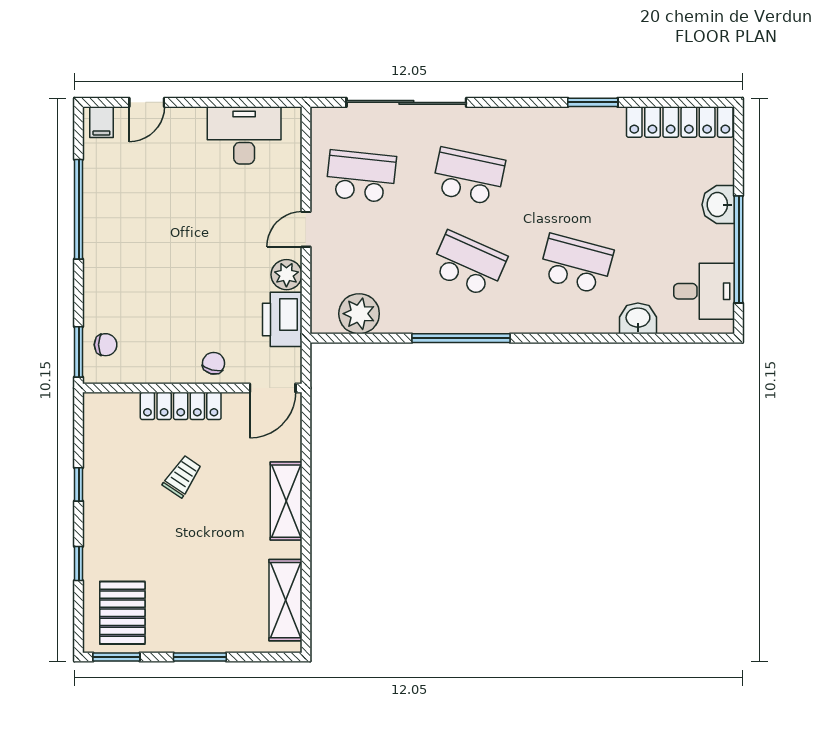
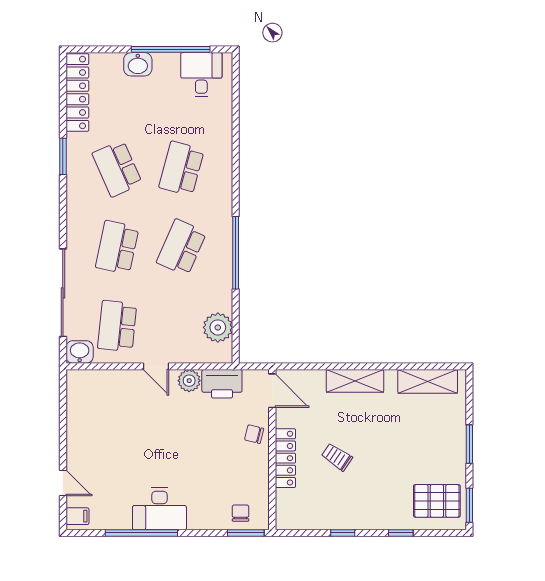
desk: (244, 135) -> (159, 509), moved, turned -90
school desk: (576, 176) -> (117, 169), added
washbasin: (638, 318) -> (80, 352), moved, turned 90

